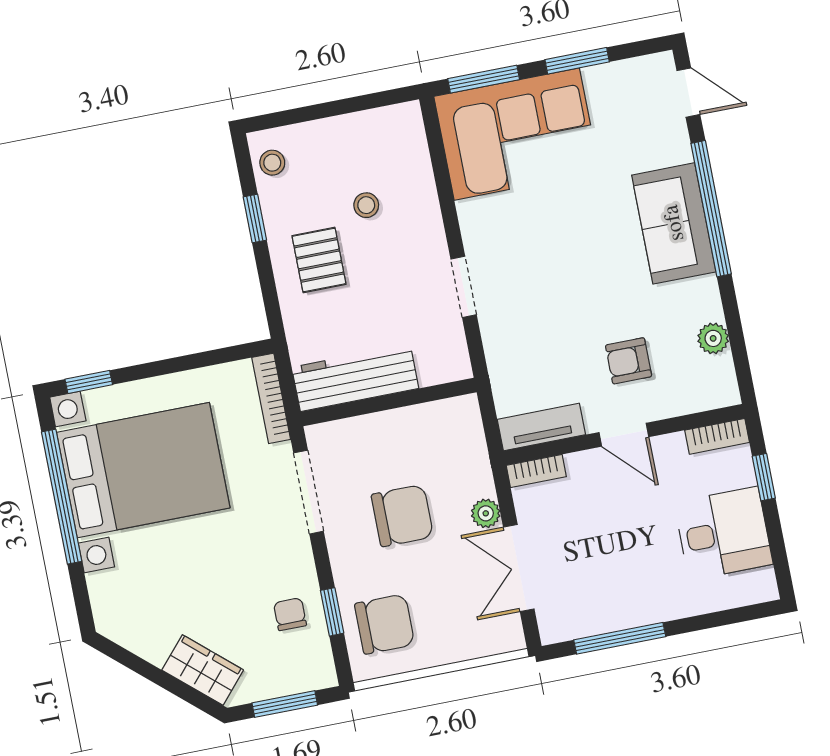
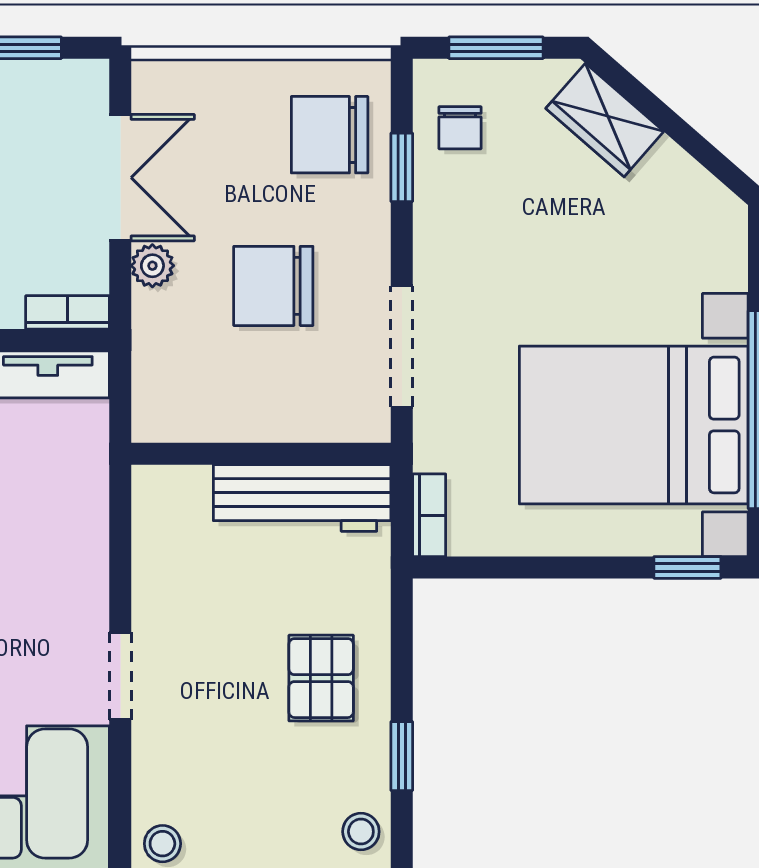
stool: (366, 205) -> (162, 844), moved
doorway: (464, 287) -> (120, 676), moved
bookcase: (271, 398) -> (429, 515), width x0.64
chair: (290, 614) -> (460, 128), moved

